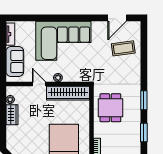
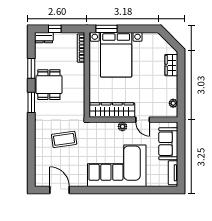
door: (117, 18) -> (60, 190), hinge flipped
coffee table: (123, 48) -> (64, 139), moved
dining table: (110, 108) -> (49, 85), moved
wardrobe: (12, 115) -> (171, 65), moved

